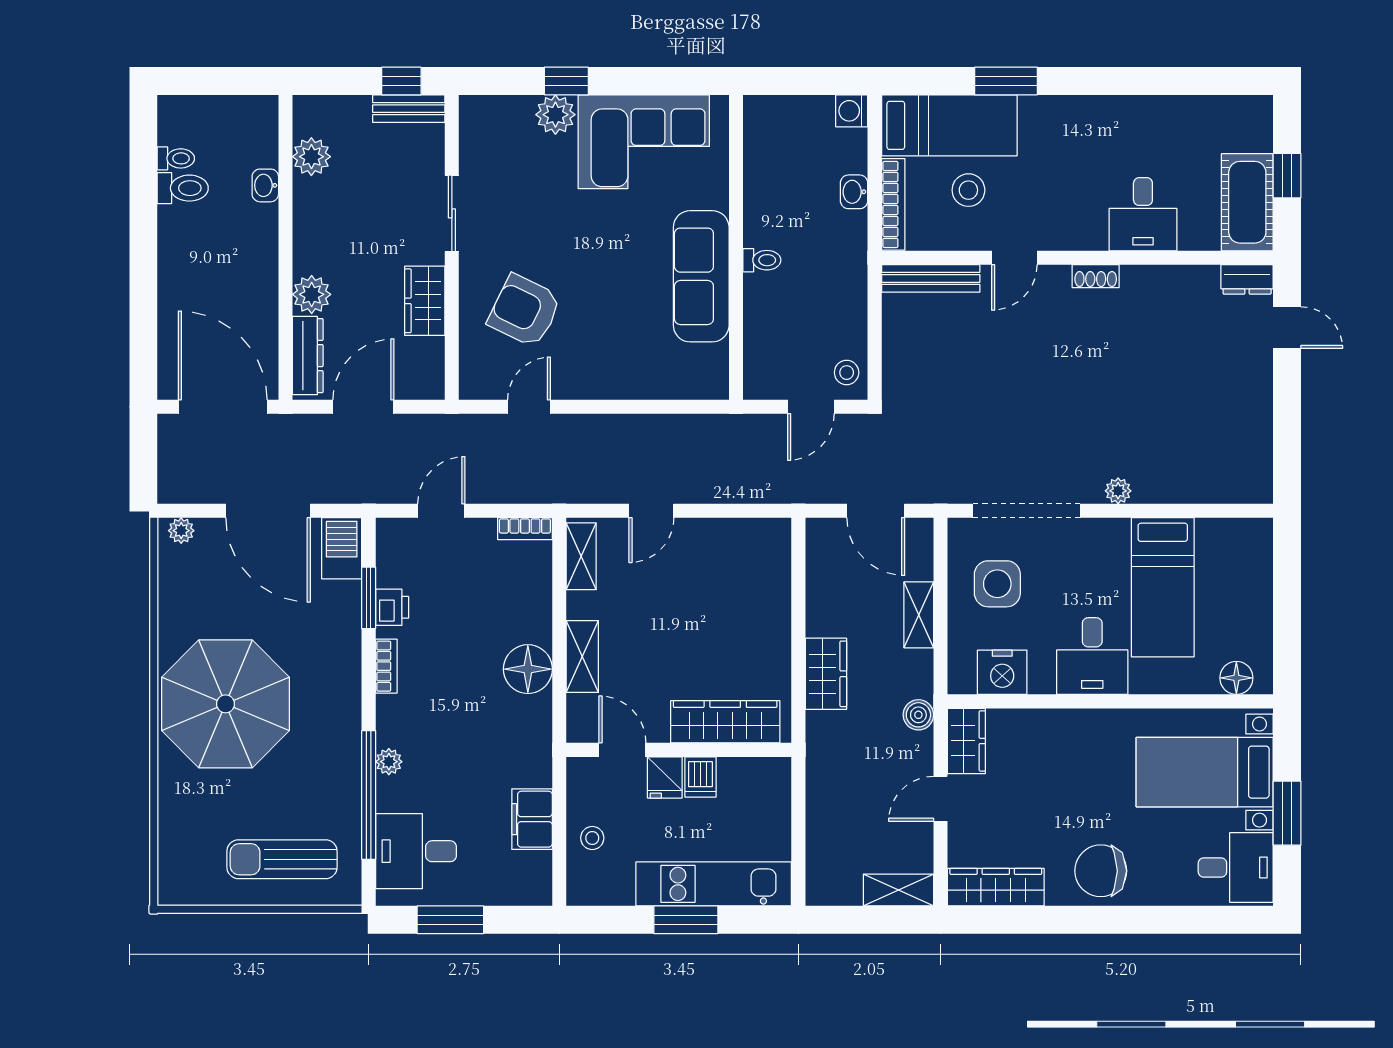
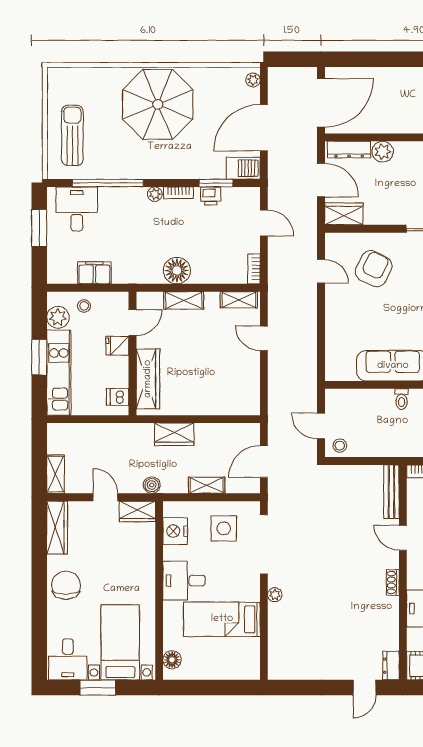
wardrobe: (425, 301) -> (344, 214), moved
plant: (389, 762) -> (155, 194), moved
dishwasher: (700, 777) -> (118, 397), moved
plant: (613, 886) -> (58, 317), added

